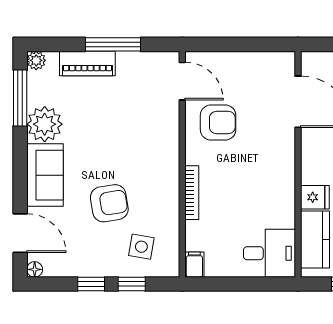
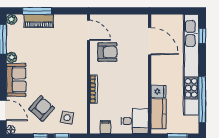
window: (113, 44) -> (37, 11), moved
plant: (45, 124) -> (12, 57), width x0.53, depth x0.53
armchair: (109, 203) -> (42, 108), moved, turned -39
filing cabinet: (194, 265) -> (105, 127), moved

